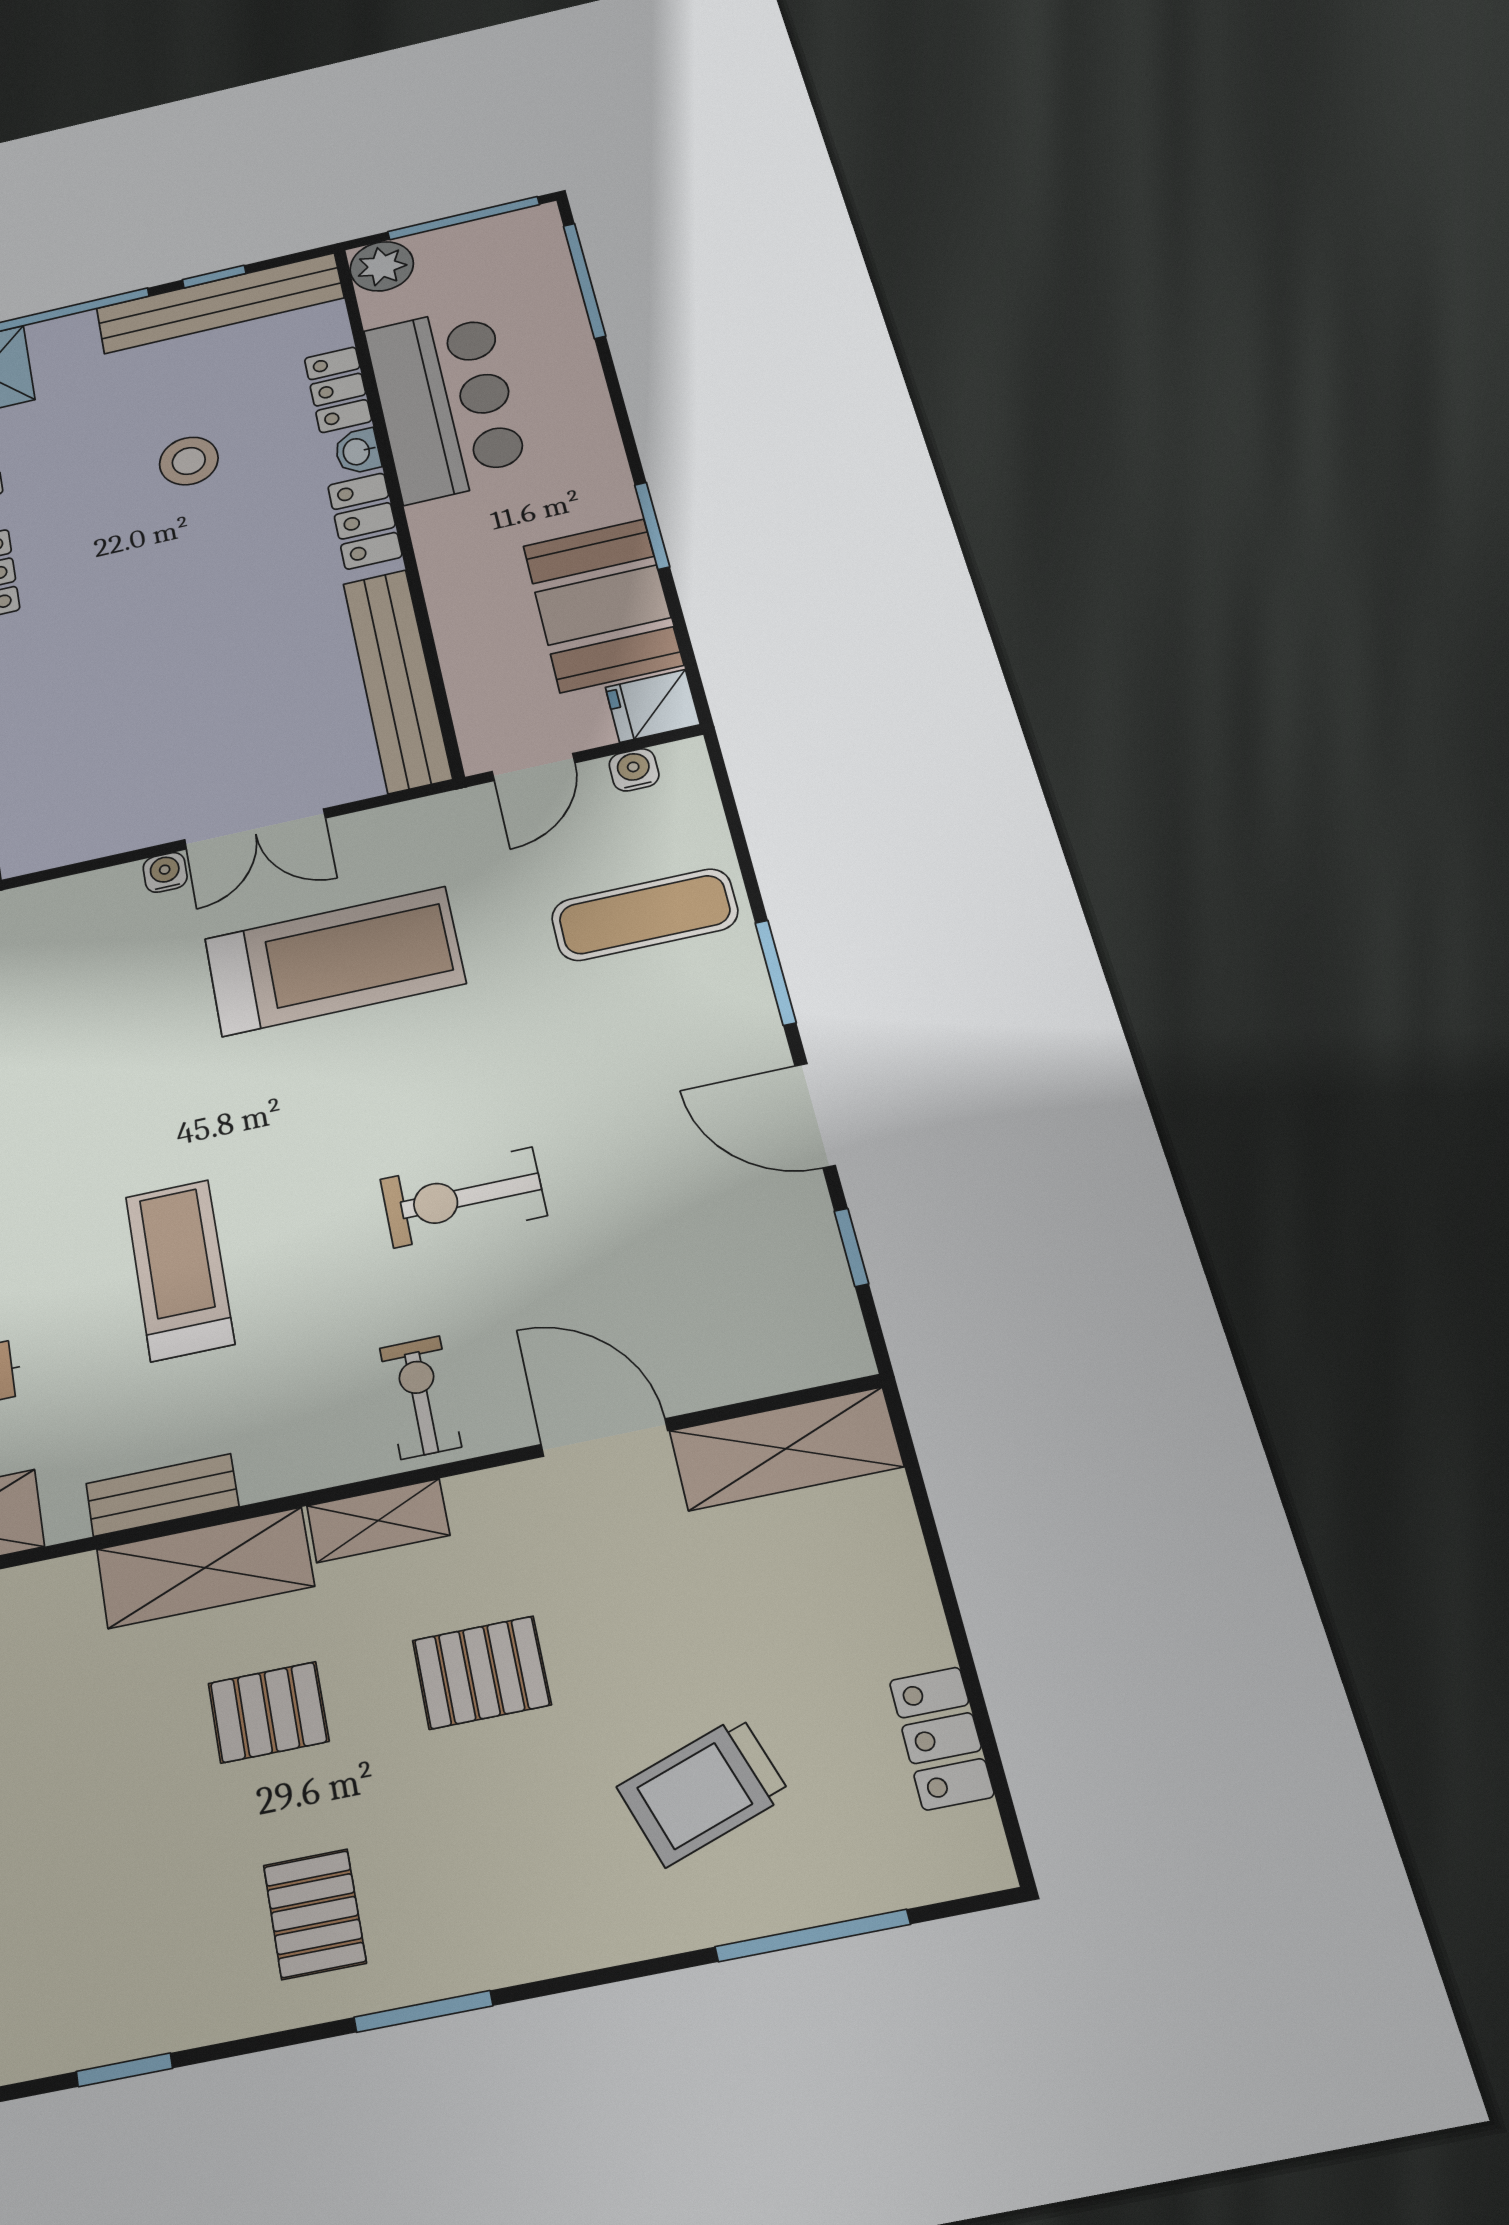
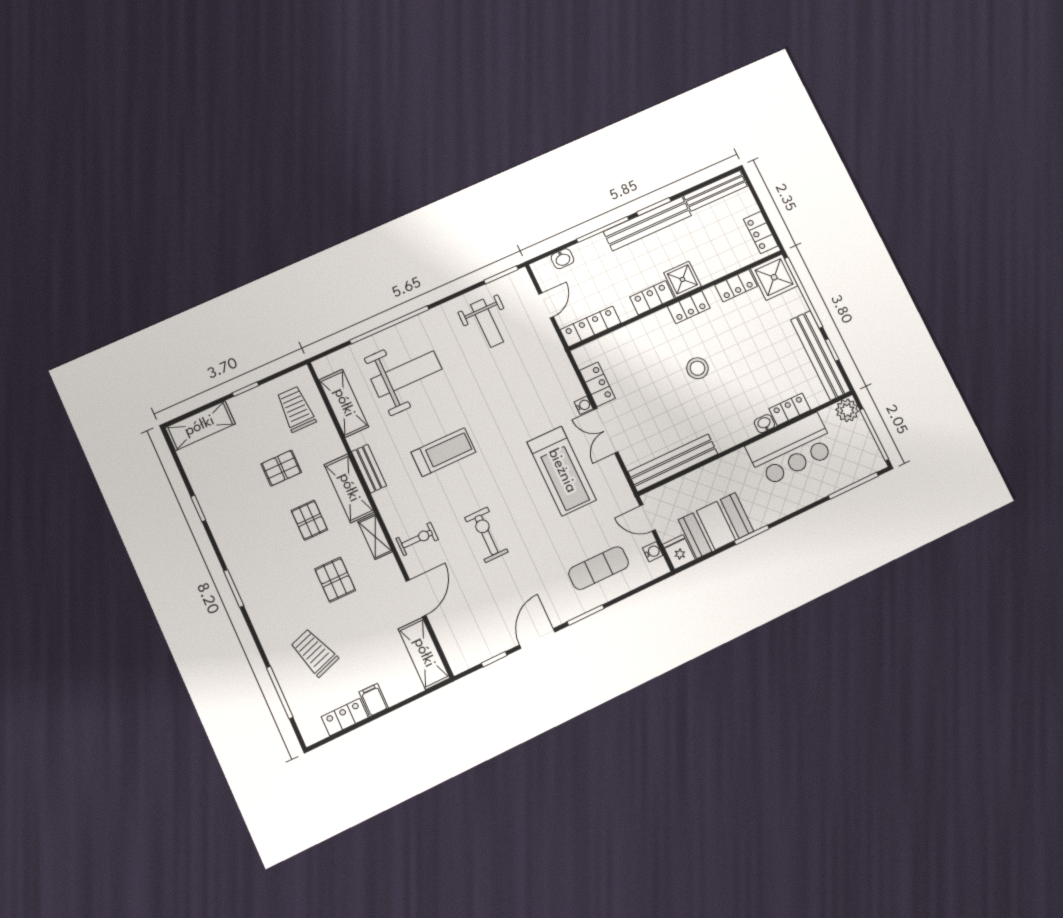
stool: (189, 461) -> (697, 368), moved
locker: (365, 521) -> (597, 384), moved, turned 90
exercise mat: (645, 915) -> (599, 568), turned 90
filing cabinet: (903, 1634) -> (374, 700), added
pallet: (315, 1914) -> (281, 468), moved

